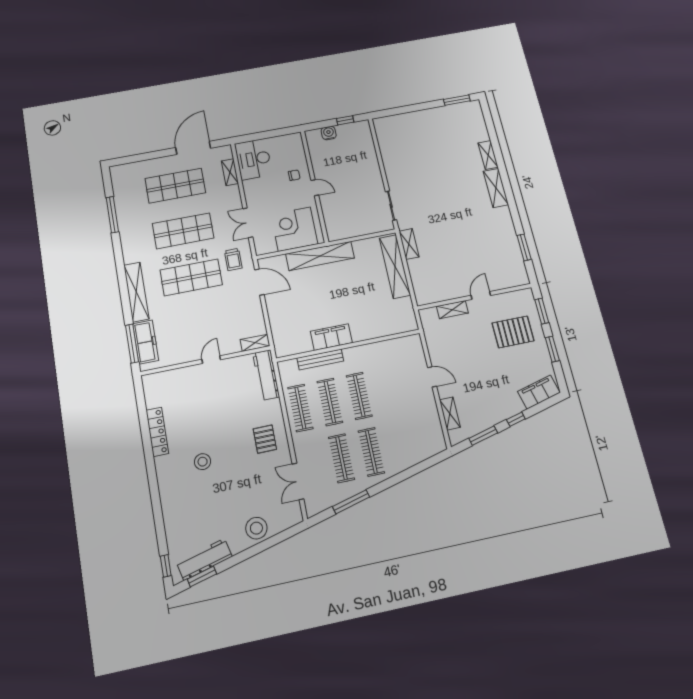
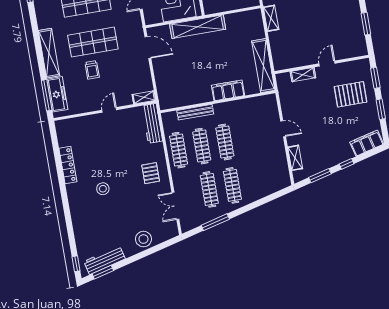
trolley: (233, 259) -> (92, 70), moved
shelving: (395, 266) -> (263, 66), moved
filing cabinet: (331, 337) -> (228, 90), moved

